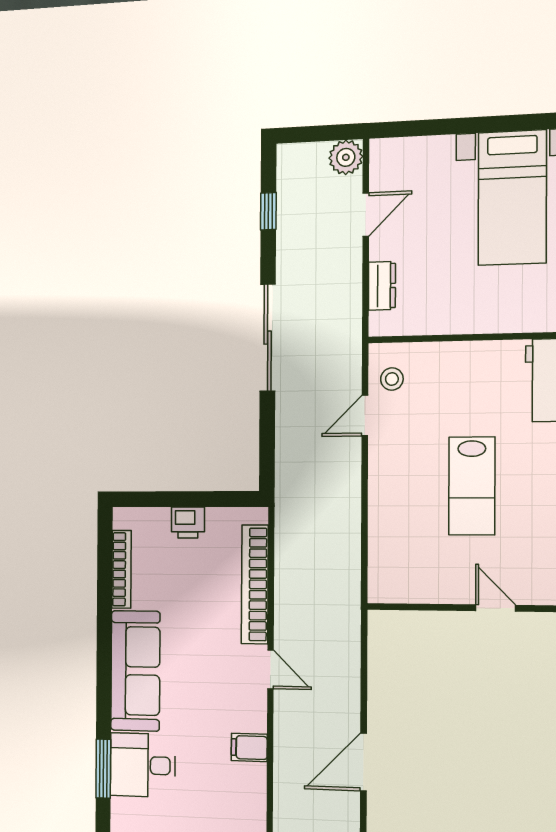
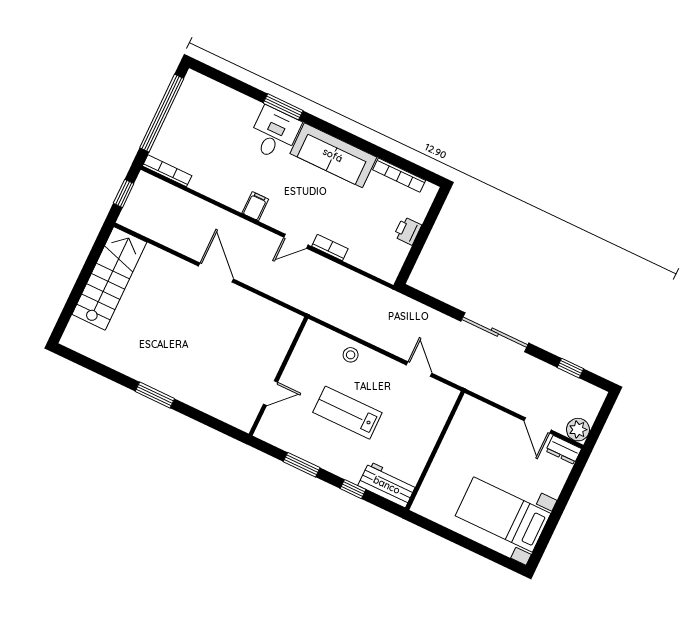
dresser: (382, 286) -> (564, 450), moved
stool: (392, 379) -> (351, 355), moved
bookcase: (255, 584) -> (330, 248), width x0.43, depth x0.76

